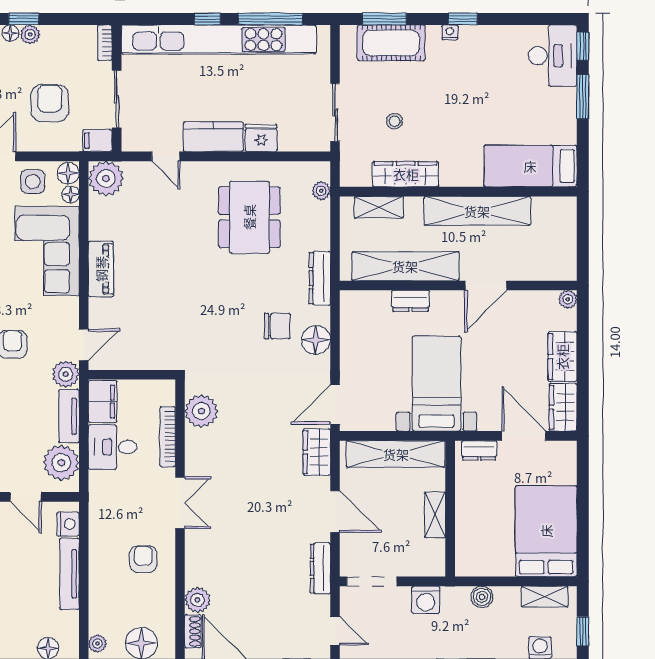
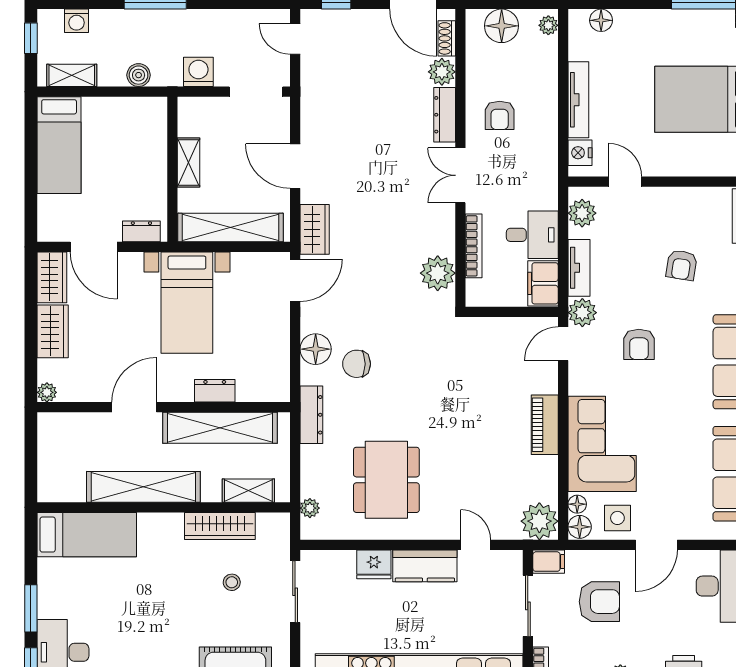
armchair: (50, 103) -> (599, 602), turned -90
plant: (61, 463) -> (582, 213), width x0.73, depth x0.73
bed: (546, 531) -> (59, 145), width x0.67
dresser: (320, 568) -> (445, 115), moved, turned 180

